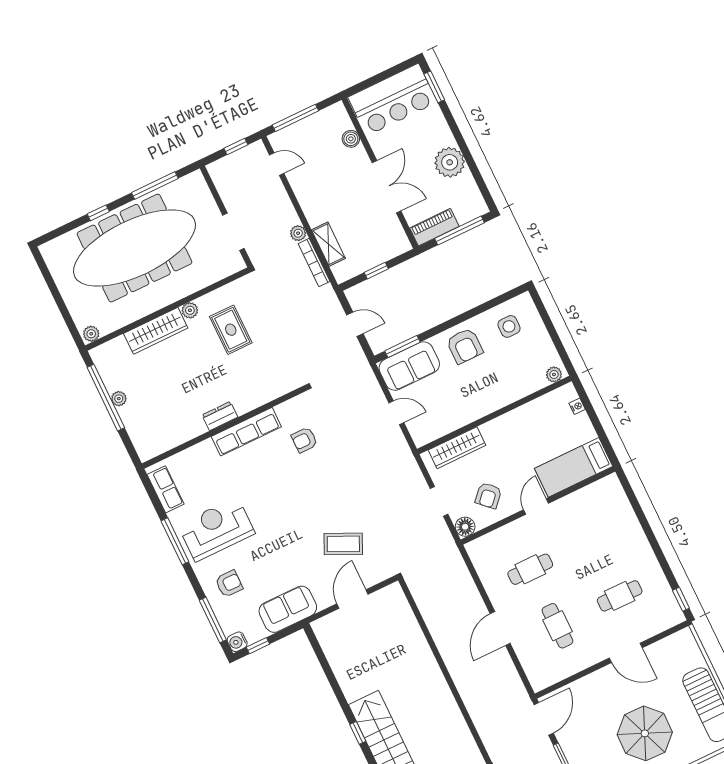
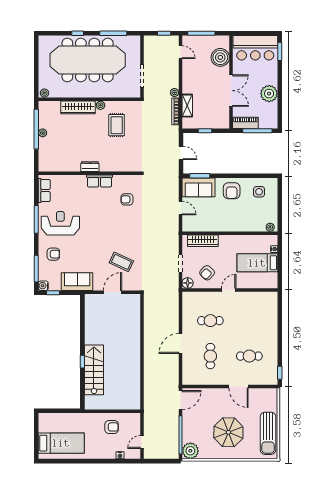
boiler: (351, 139) -> (220, 57), width x1.86, depth x1.86
row of seats: (246, 432) -> (99, 181), width x0.68
bed: (574, 467) -> (257, 263), moved

